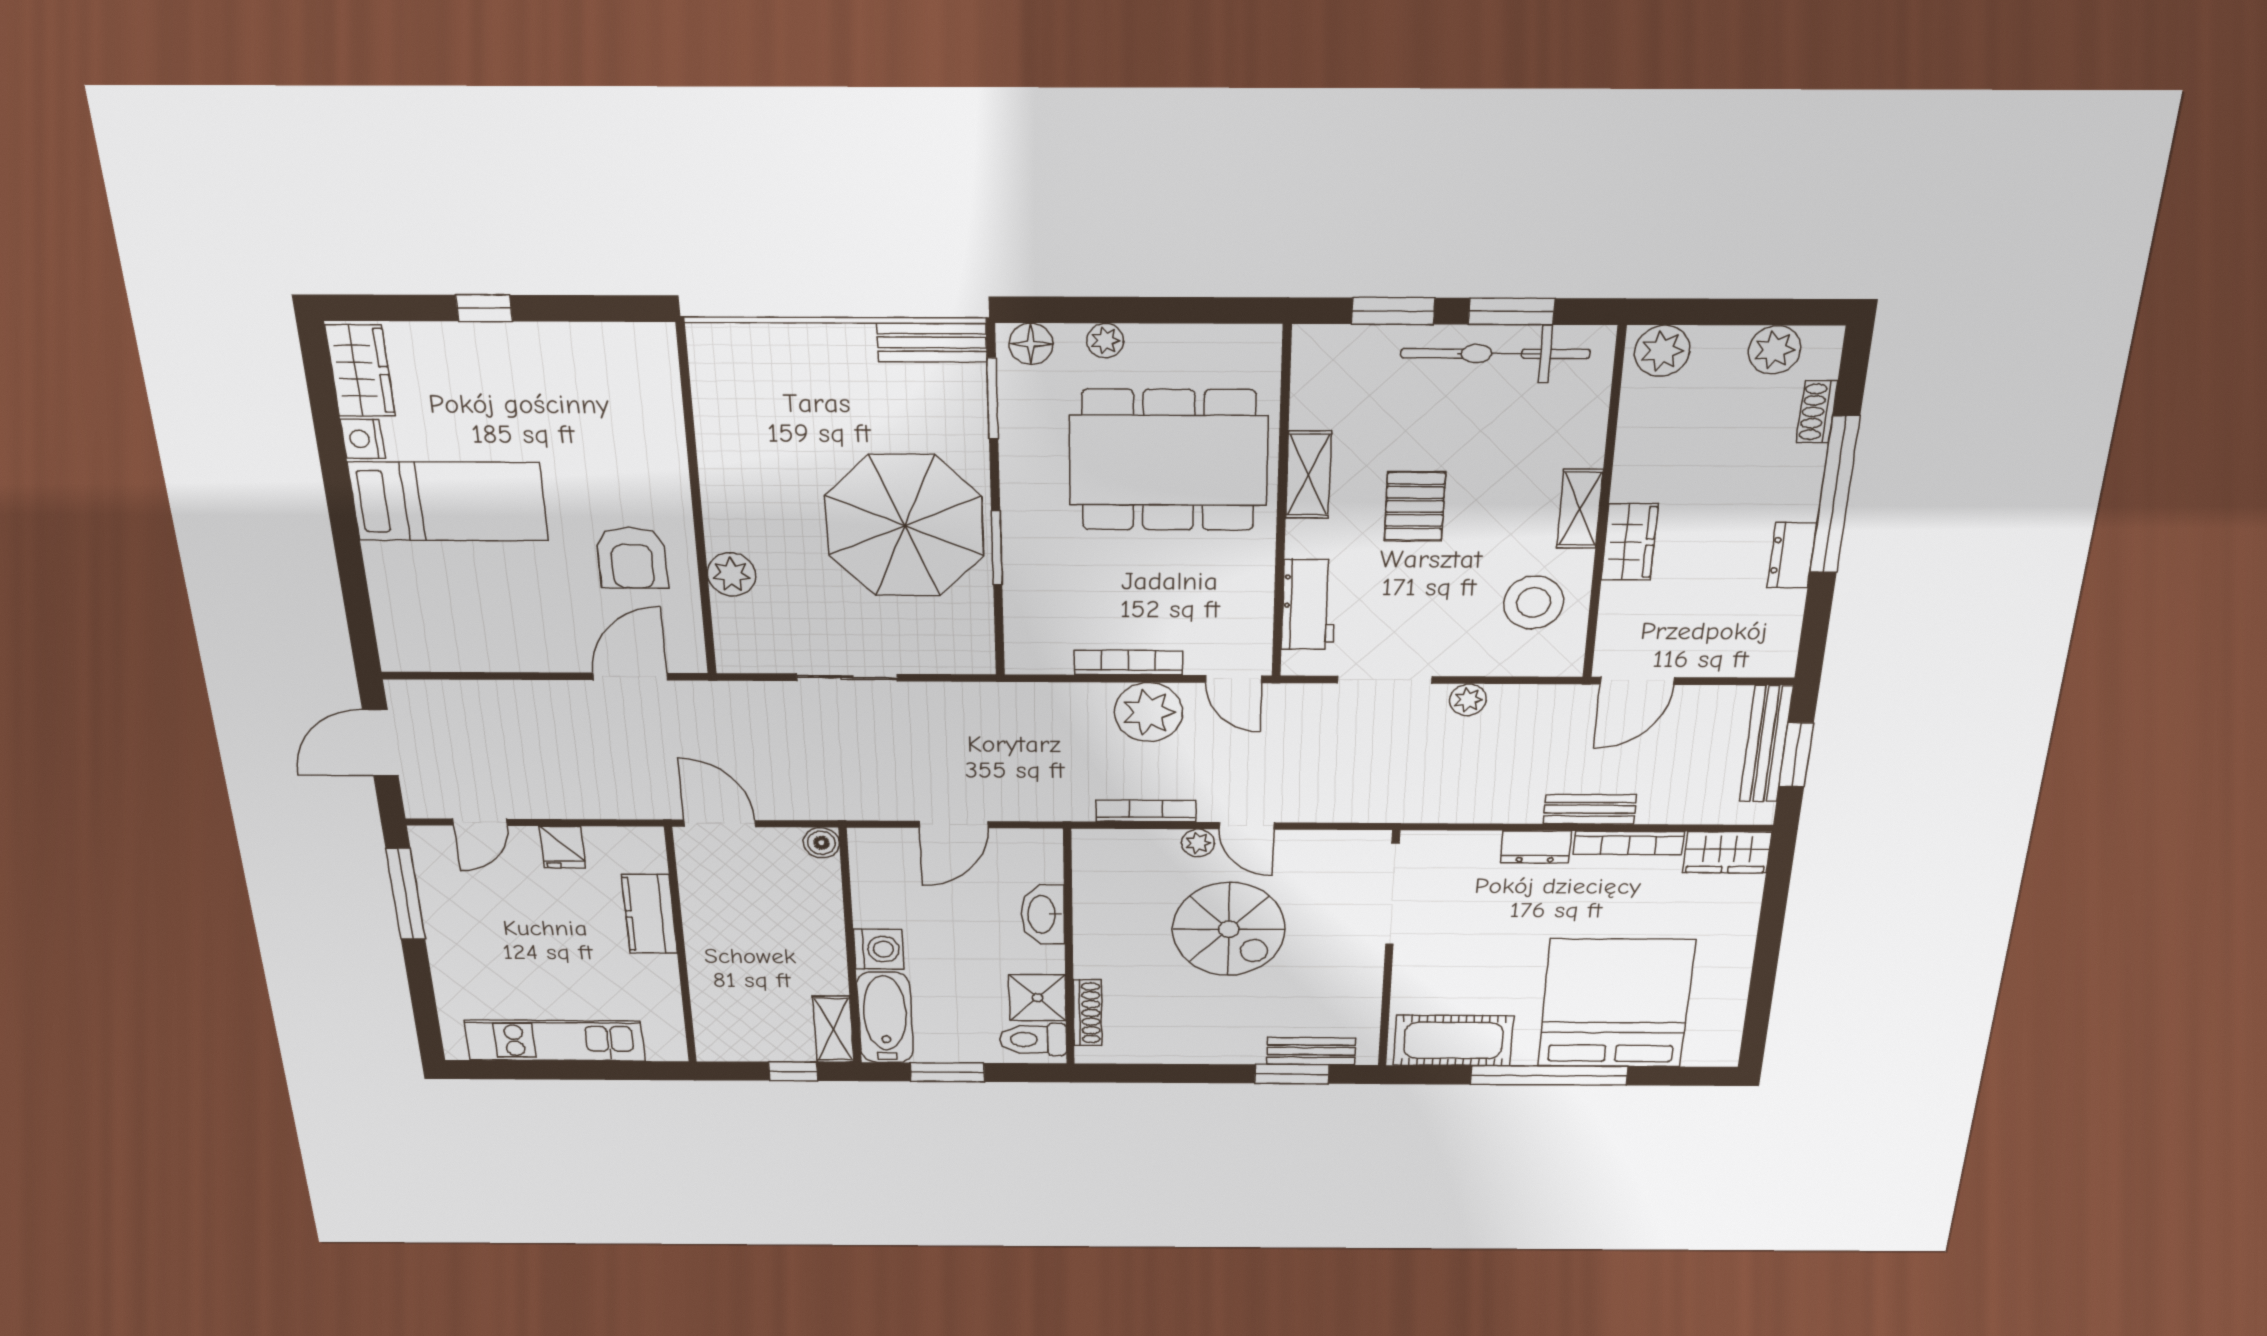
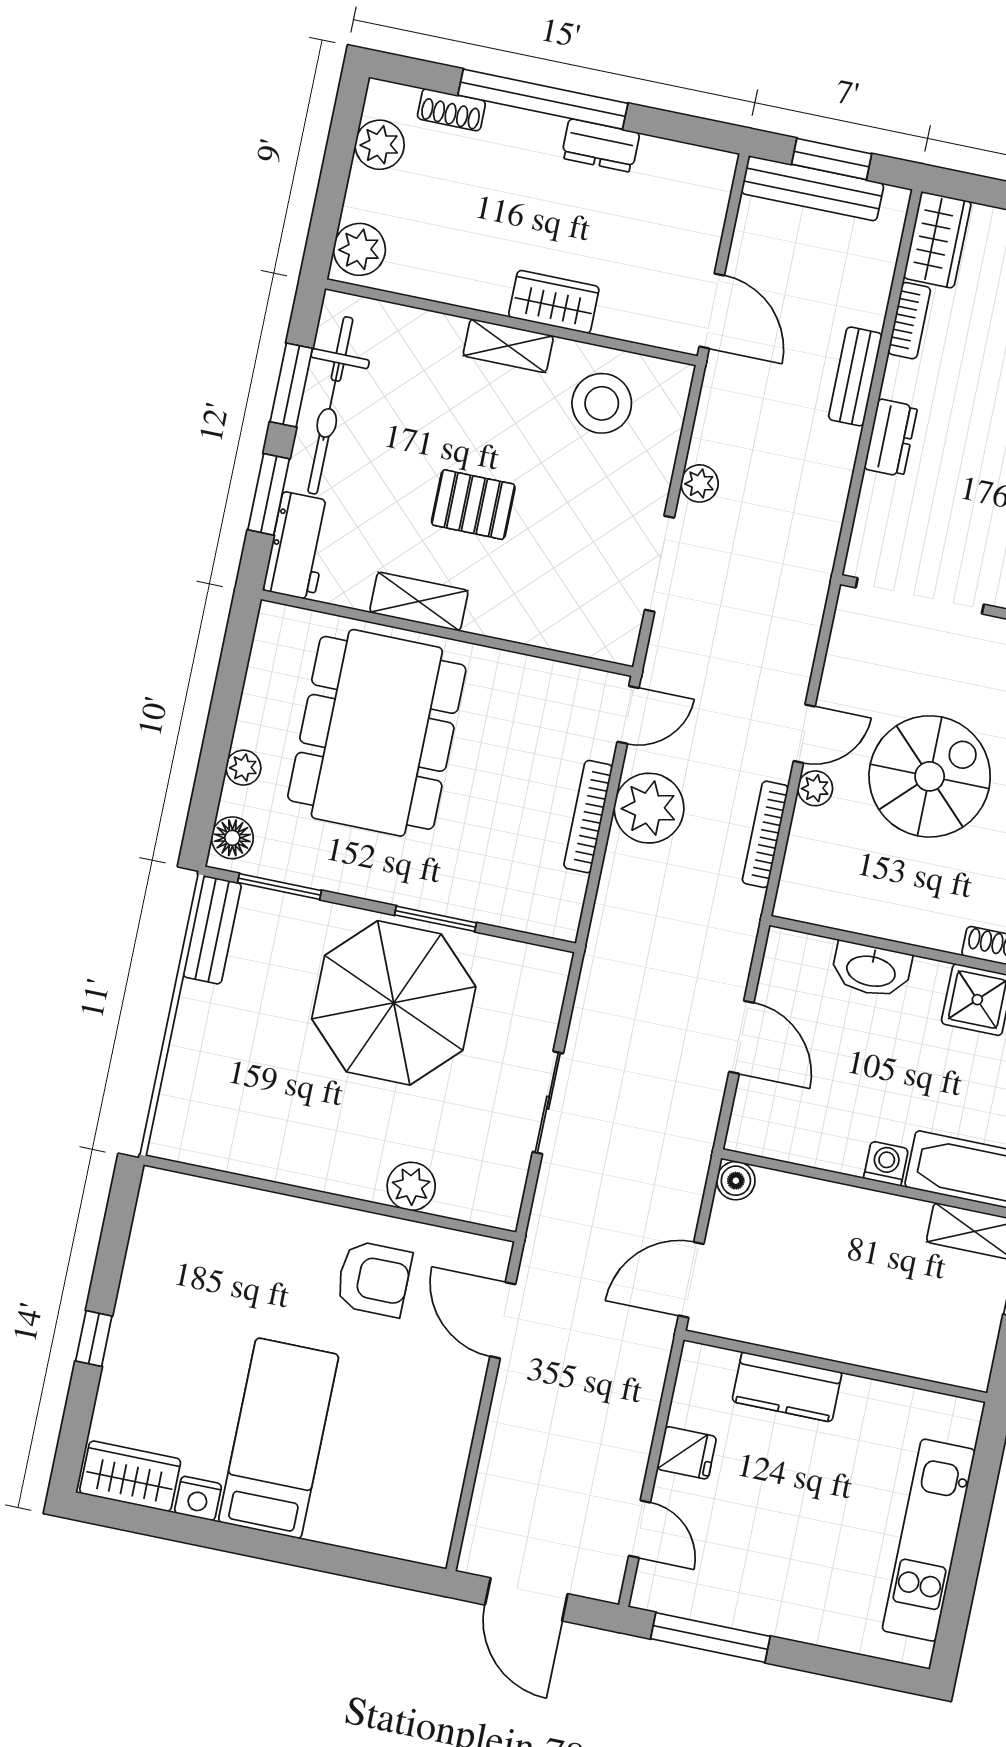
workbench: (1309, 605) -> (298, 546), moved, turned 90
bookcase: (1629, 843) -> (909, 321), width x0.64
washing machine: (879, 949) -> (886, 1164), width x0.73, depth x0.73

